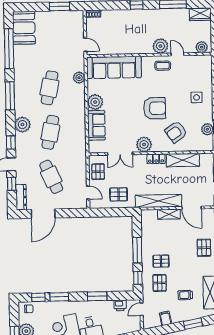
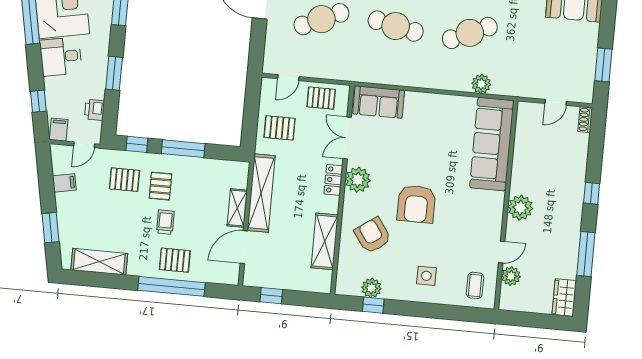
door: (85, 45) -> (556, 102), moved
plant: (160, 46) -> (520, 208), moved
plant: (202, 47) -> (511, 276), moved
coffee table: (163, 66) -> (475, 285), moved
cafe table: (50, 88) -> (470, 33), turned -36
plant: (95, 102) -> (438, 106), removed
sofa: (96, 125) -> (379, 102), moved
locker: (156, 159) -> (333, 180), moved
pallet: (119, 194) -> (280, 128), turned 90
trolley: (185, 295) -> (165, 222), moved
door: (142, 309) -> (84, 145), swing flipped
filing cabinet: (134, 325) -> (59, 130), added

